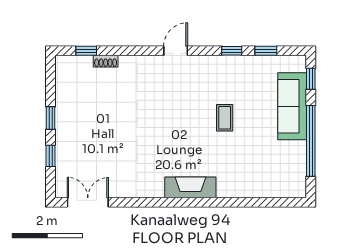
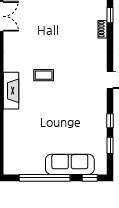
coffee table: (225, 118) -> (44, 75), moved

